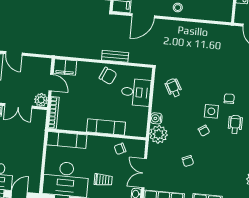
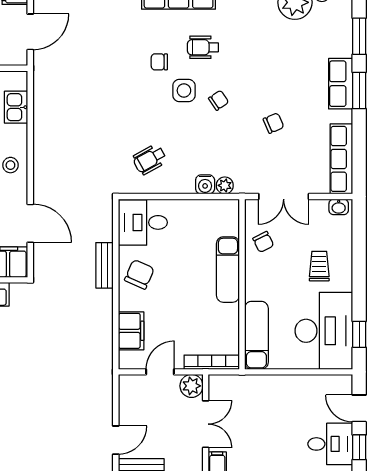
kitchen sink: (211, 14) -> (16, 107), added
filing cabinet: (65, 67) -> (131, 331), moved
desk: (136, 92) -> (143, 222), moved, turned -90
plant: (158, 134) -> (225, 185), width x0.53, depth x0.53
double door: (144, 173) -> (284, 196), moved

